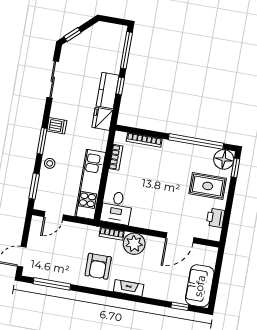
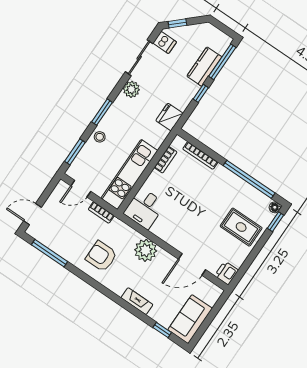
kitchen counter: (108, 91) -> (204, 67), moved
plant: (58, 110) -> (131, 89), added
dishwasher: (57, 126) -> (165, 42), moved
floor lamp: (224, 159) -> (275, 207), width x0.53, depth x0.53
printer: (216, 218) -> (227, 273), moved
bookcase: (112, 234) -> (101, 212), moved
armchair: (98, 266) -> (101, 256), turned 90
fireplace: (129, 288) -> (137, 301), moved

